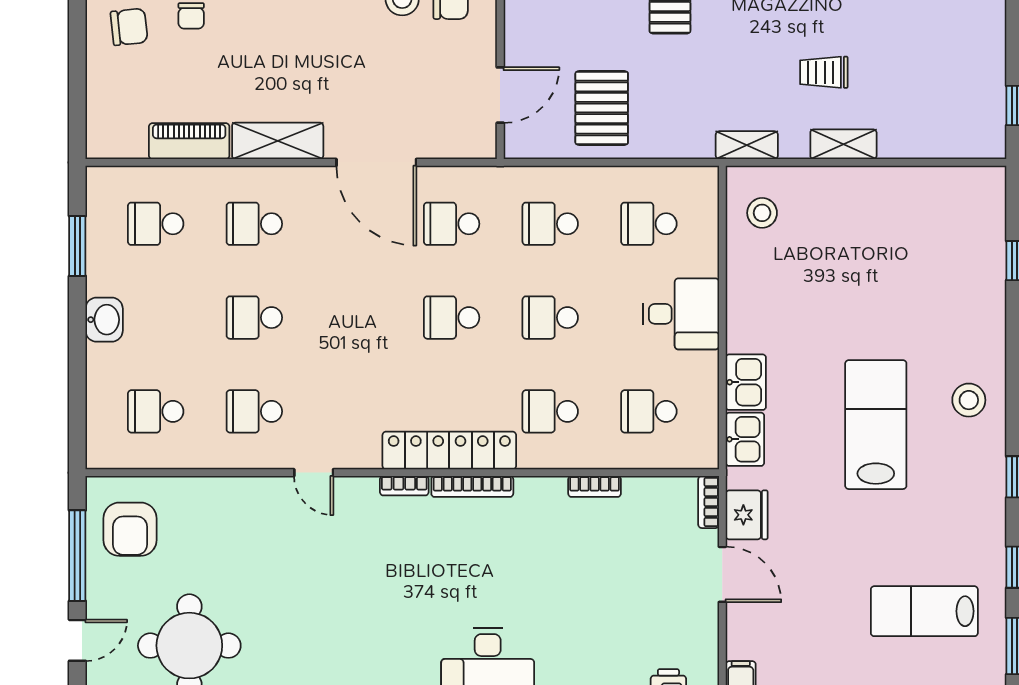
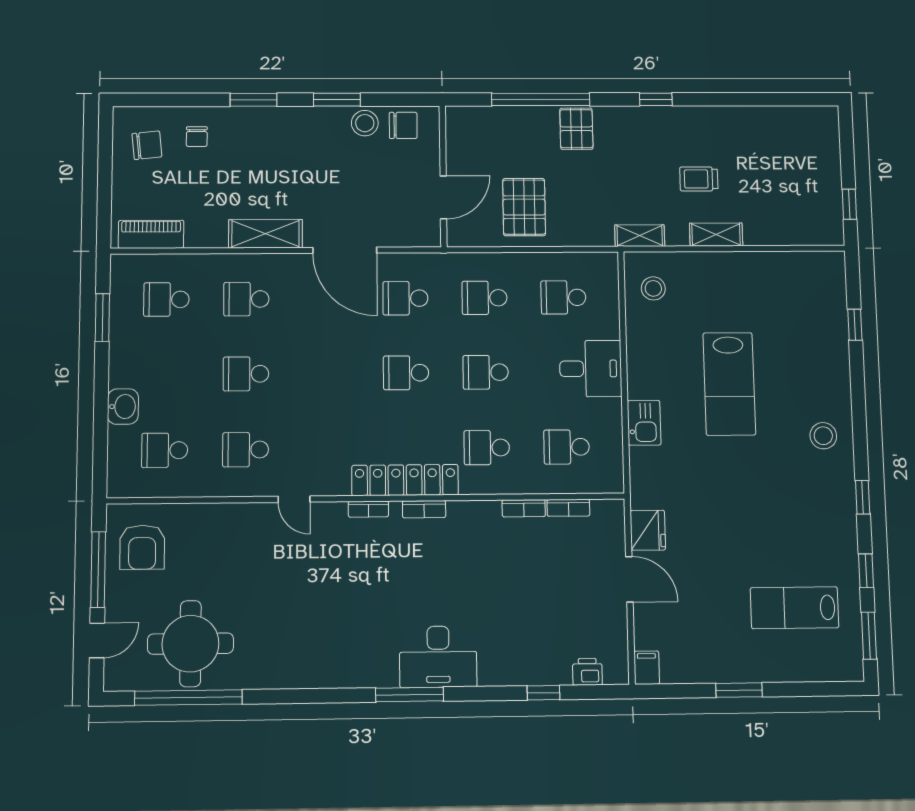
piano: (189, 141) -> (151, 234), moved
washbasin: (104, 320) -> (123, 407), moved
lab bench: (876, 425) -> (729, 384), moved, turned 180
kitchen sink: (745, 439) -> (645, 469), removed
bookcase: (472, 486) -> (424, 509), width x0.64
bookcase: (709, 502) -> (568, 508), moved, turned -90

